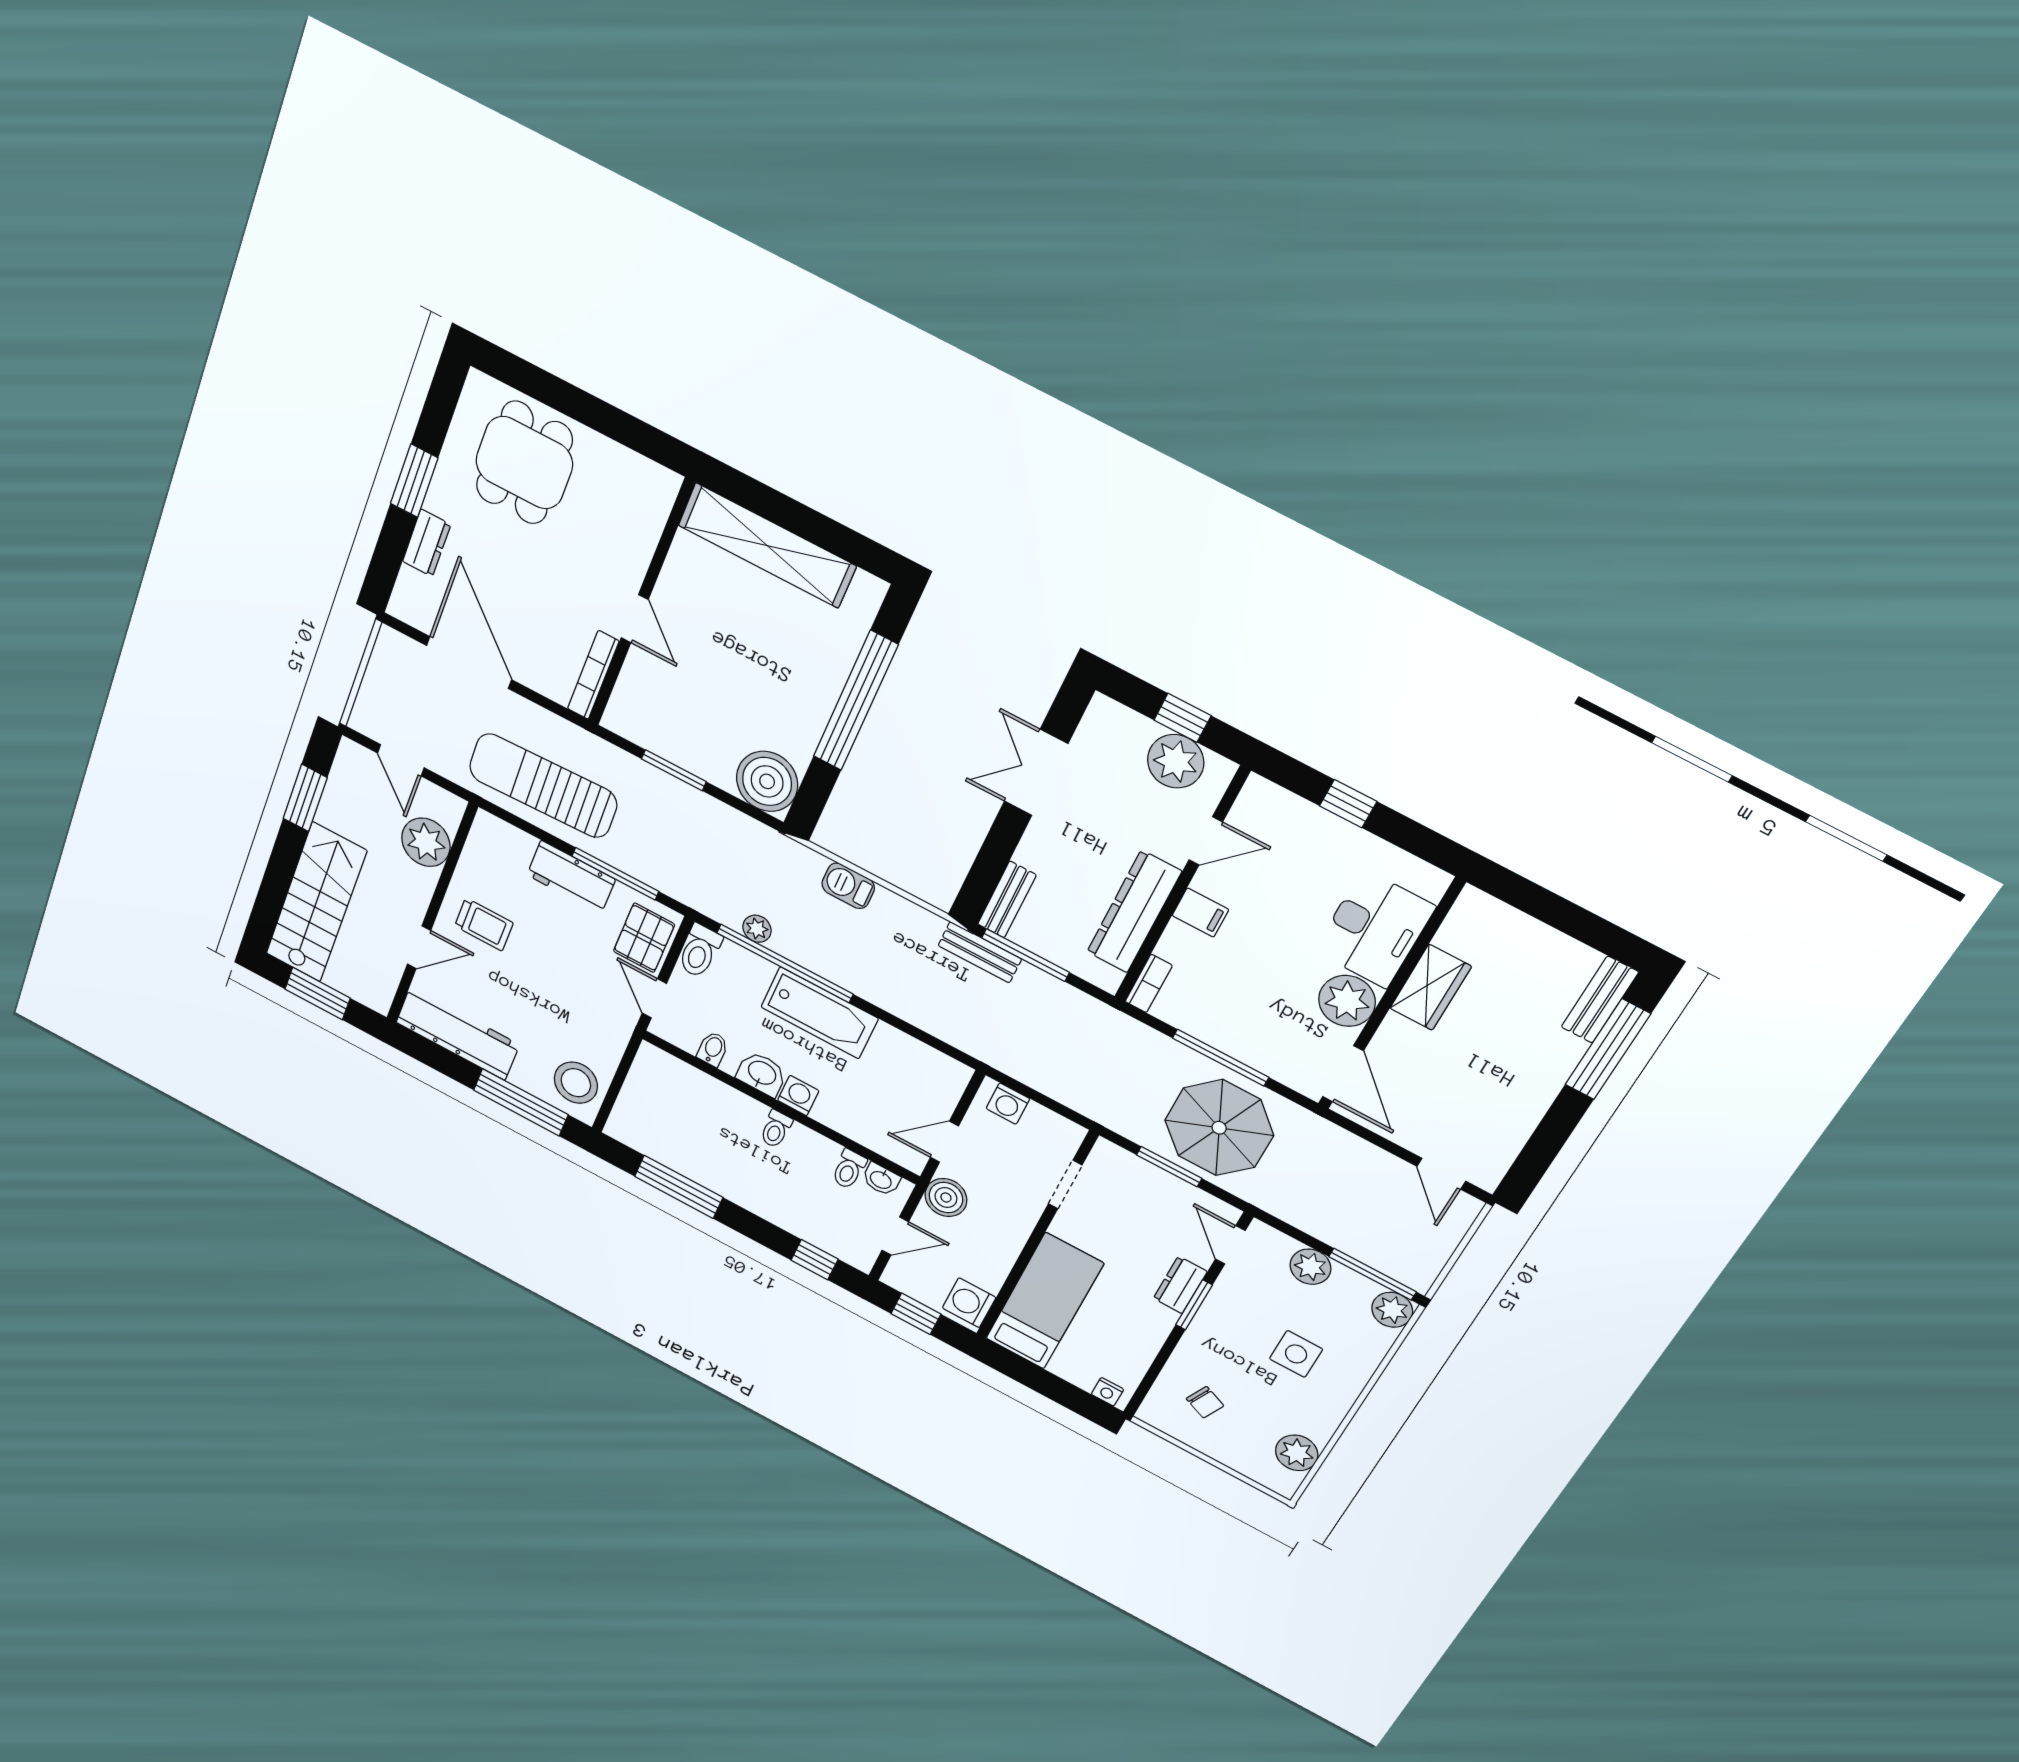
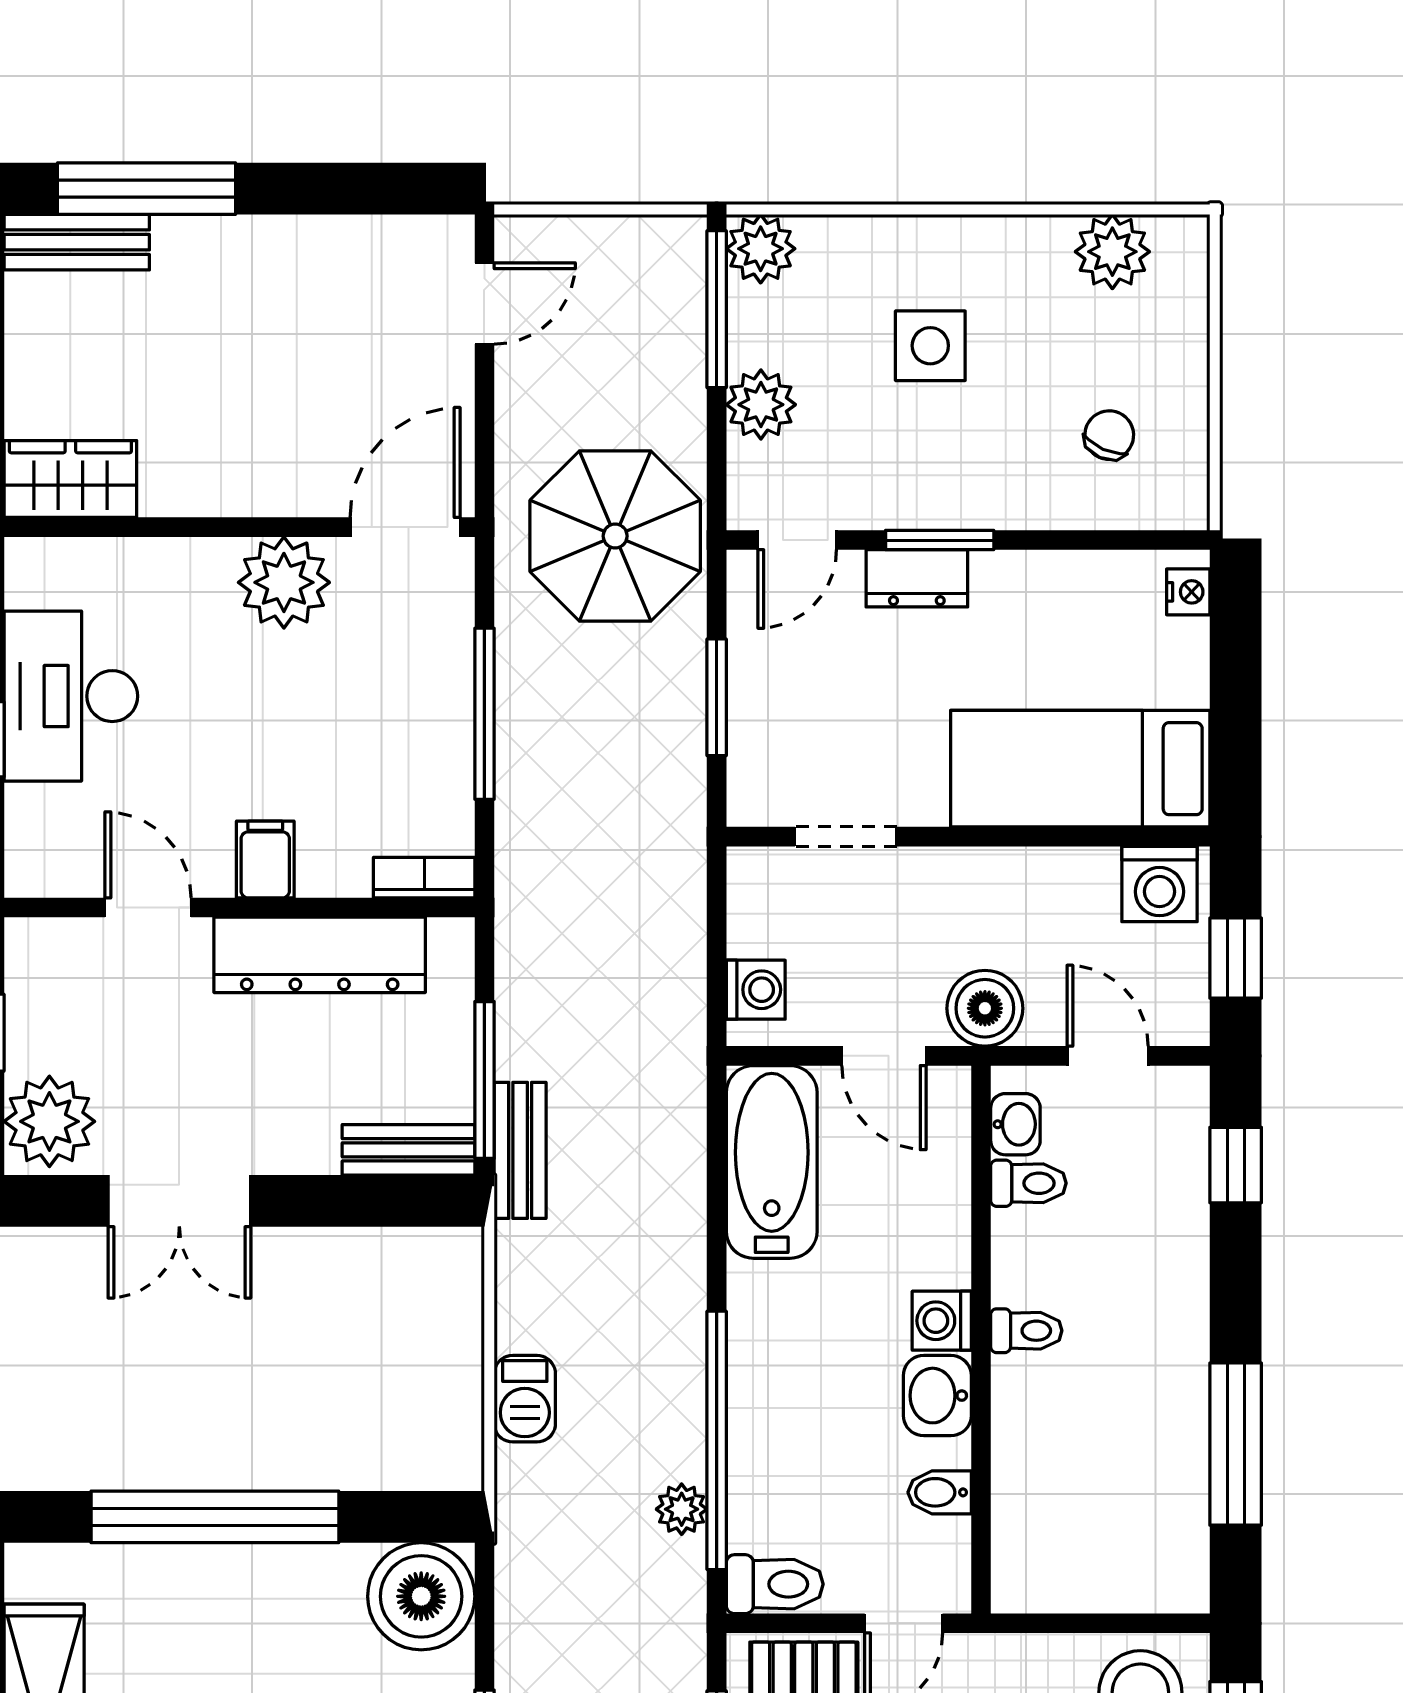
plant: (1176, 761) -> (49, 1121), moved
desk: (1375, 929) -> (71, 696), moved, turned -90
wardrobe: (1431, 987) -> (70, 479), moved
bathtub: (820, 1013) -> (772, 1162), moved
parasol: (1219, 1128) -> (615, 536), moved

